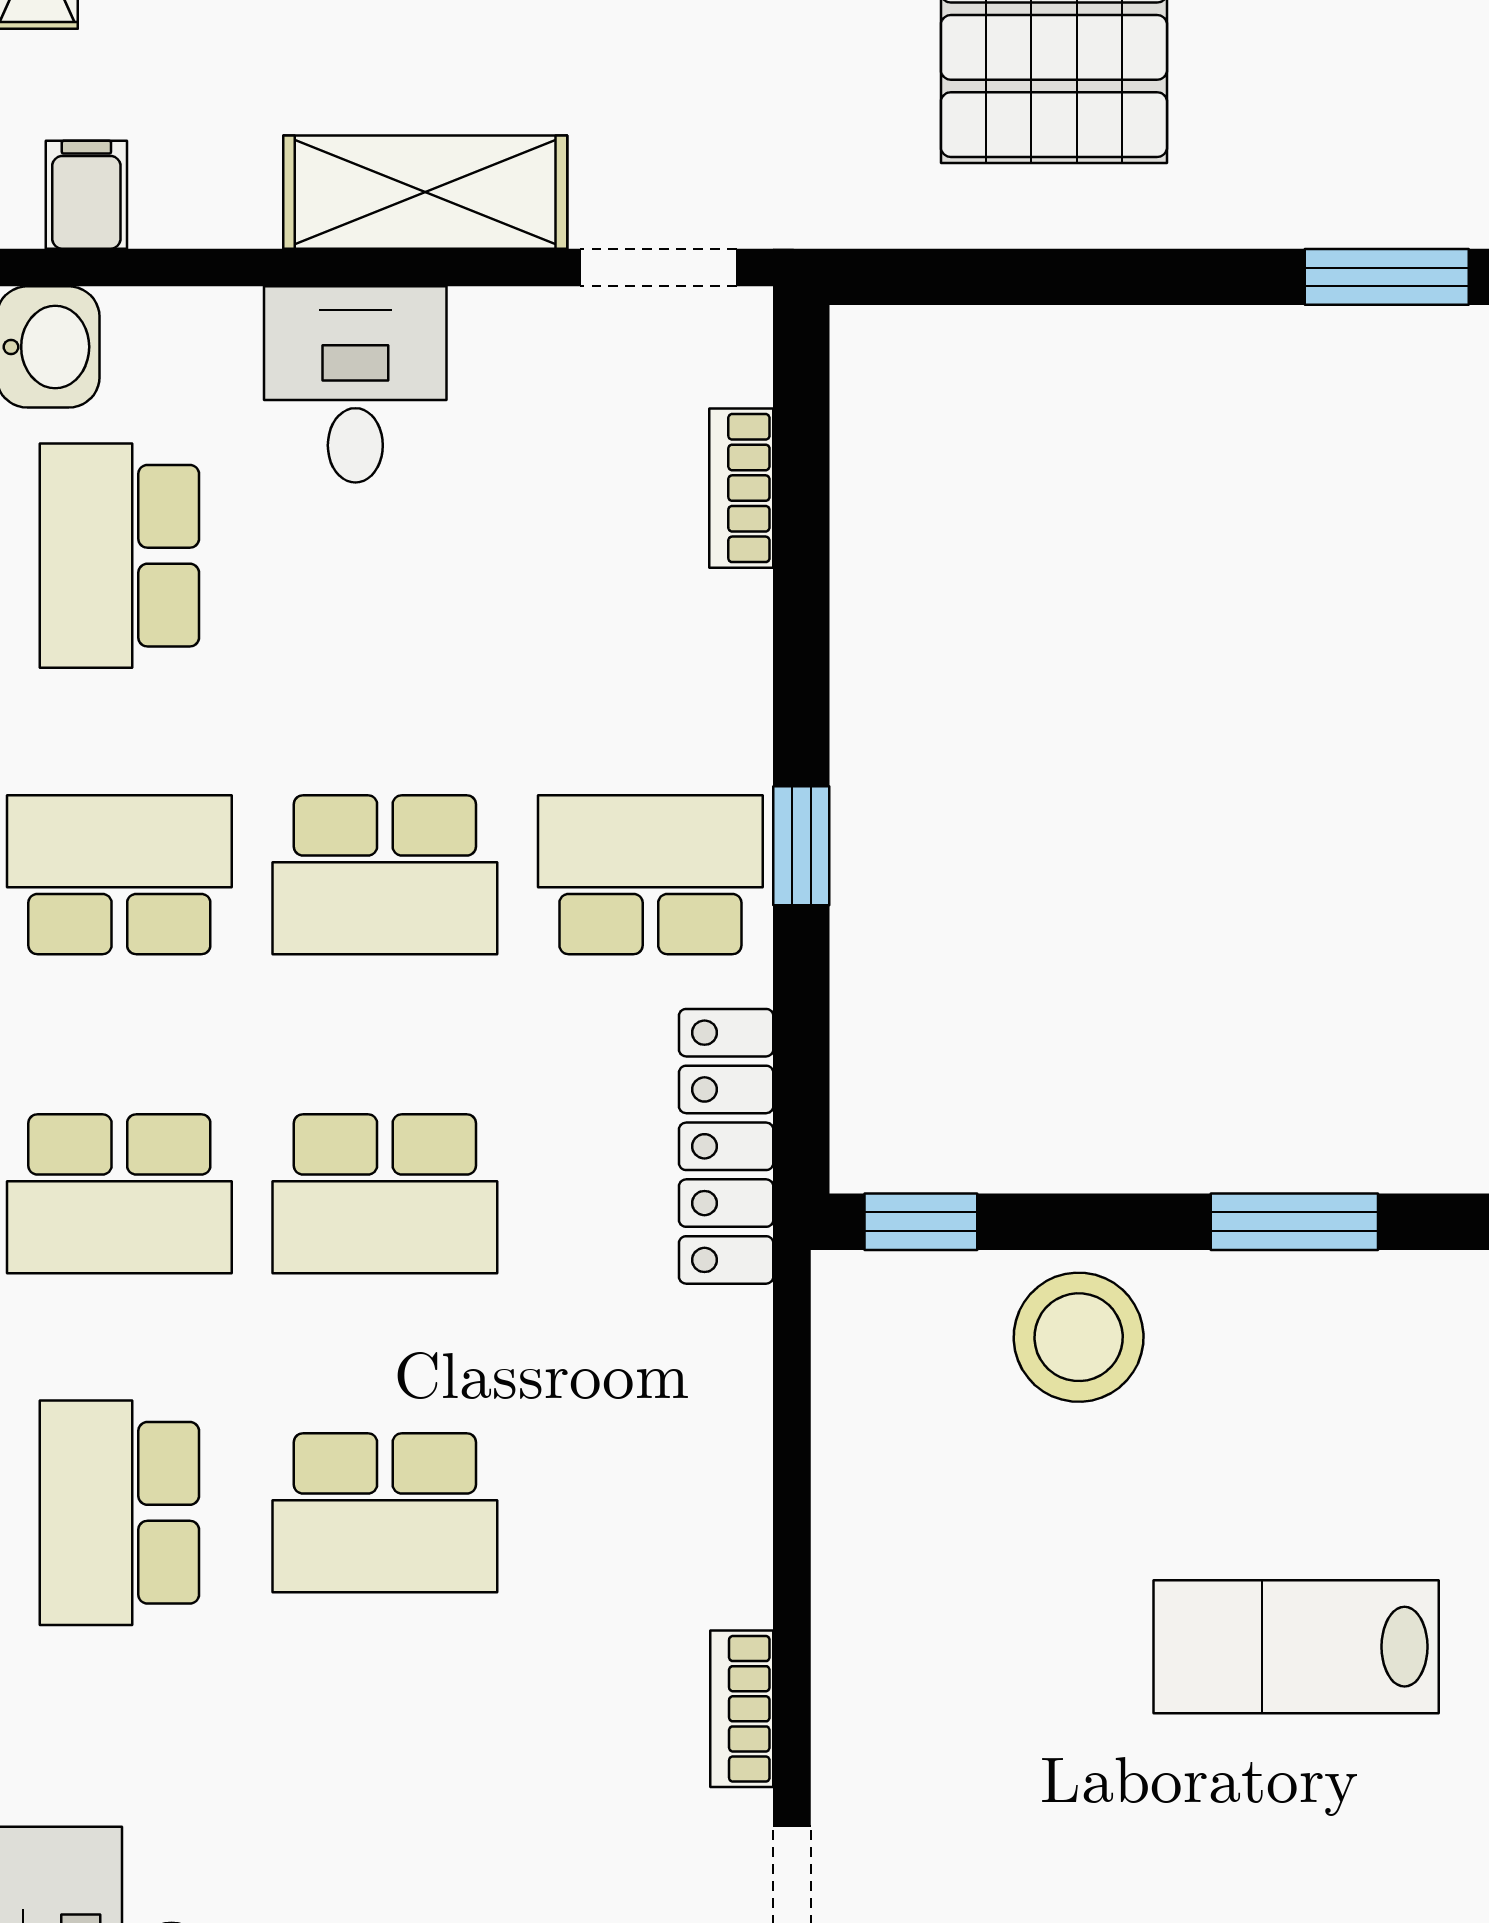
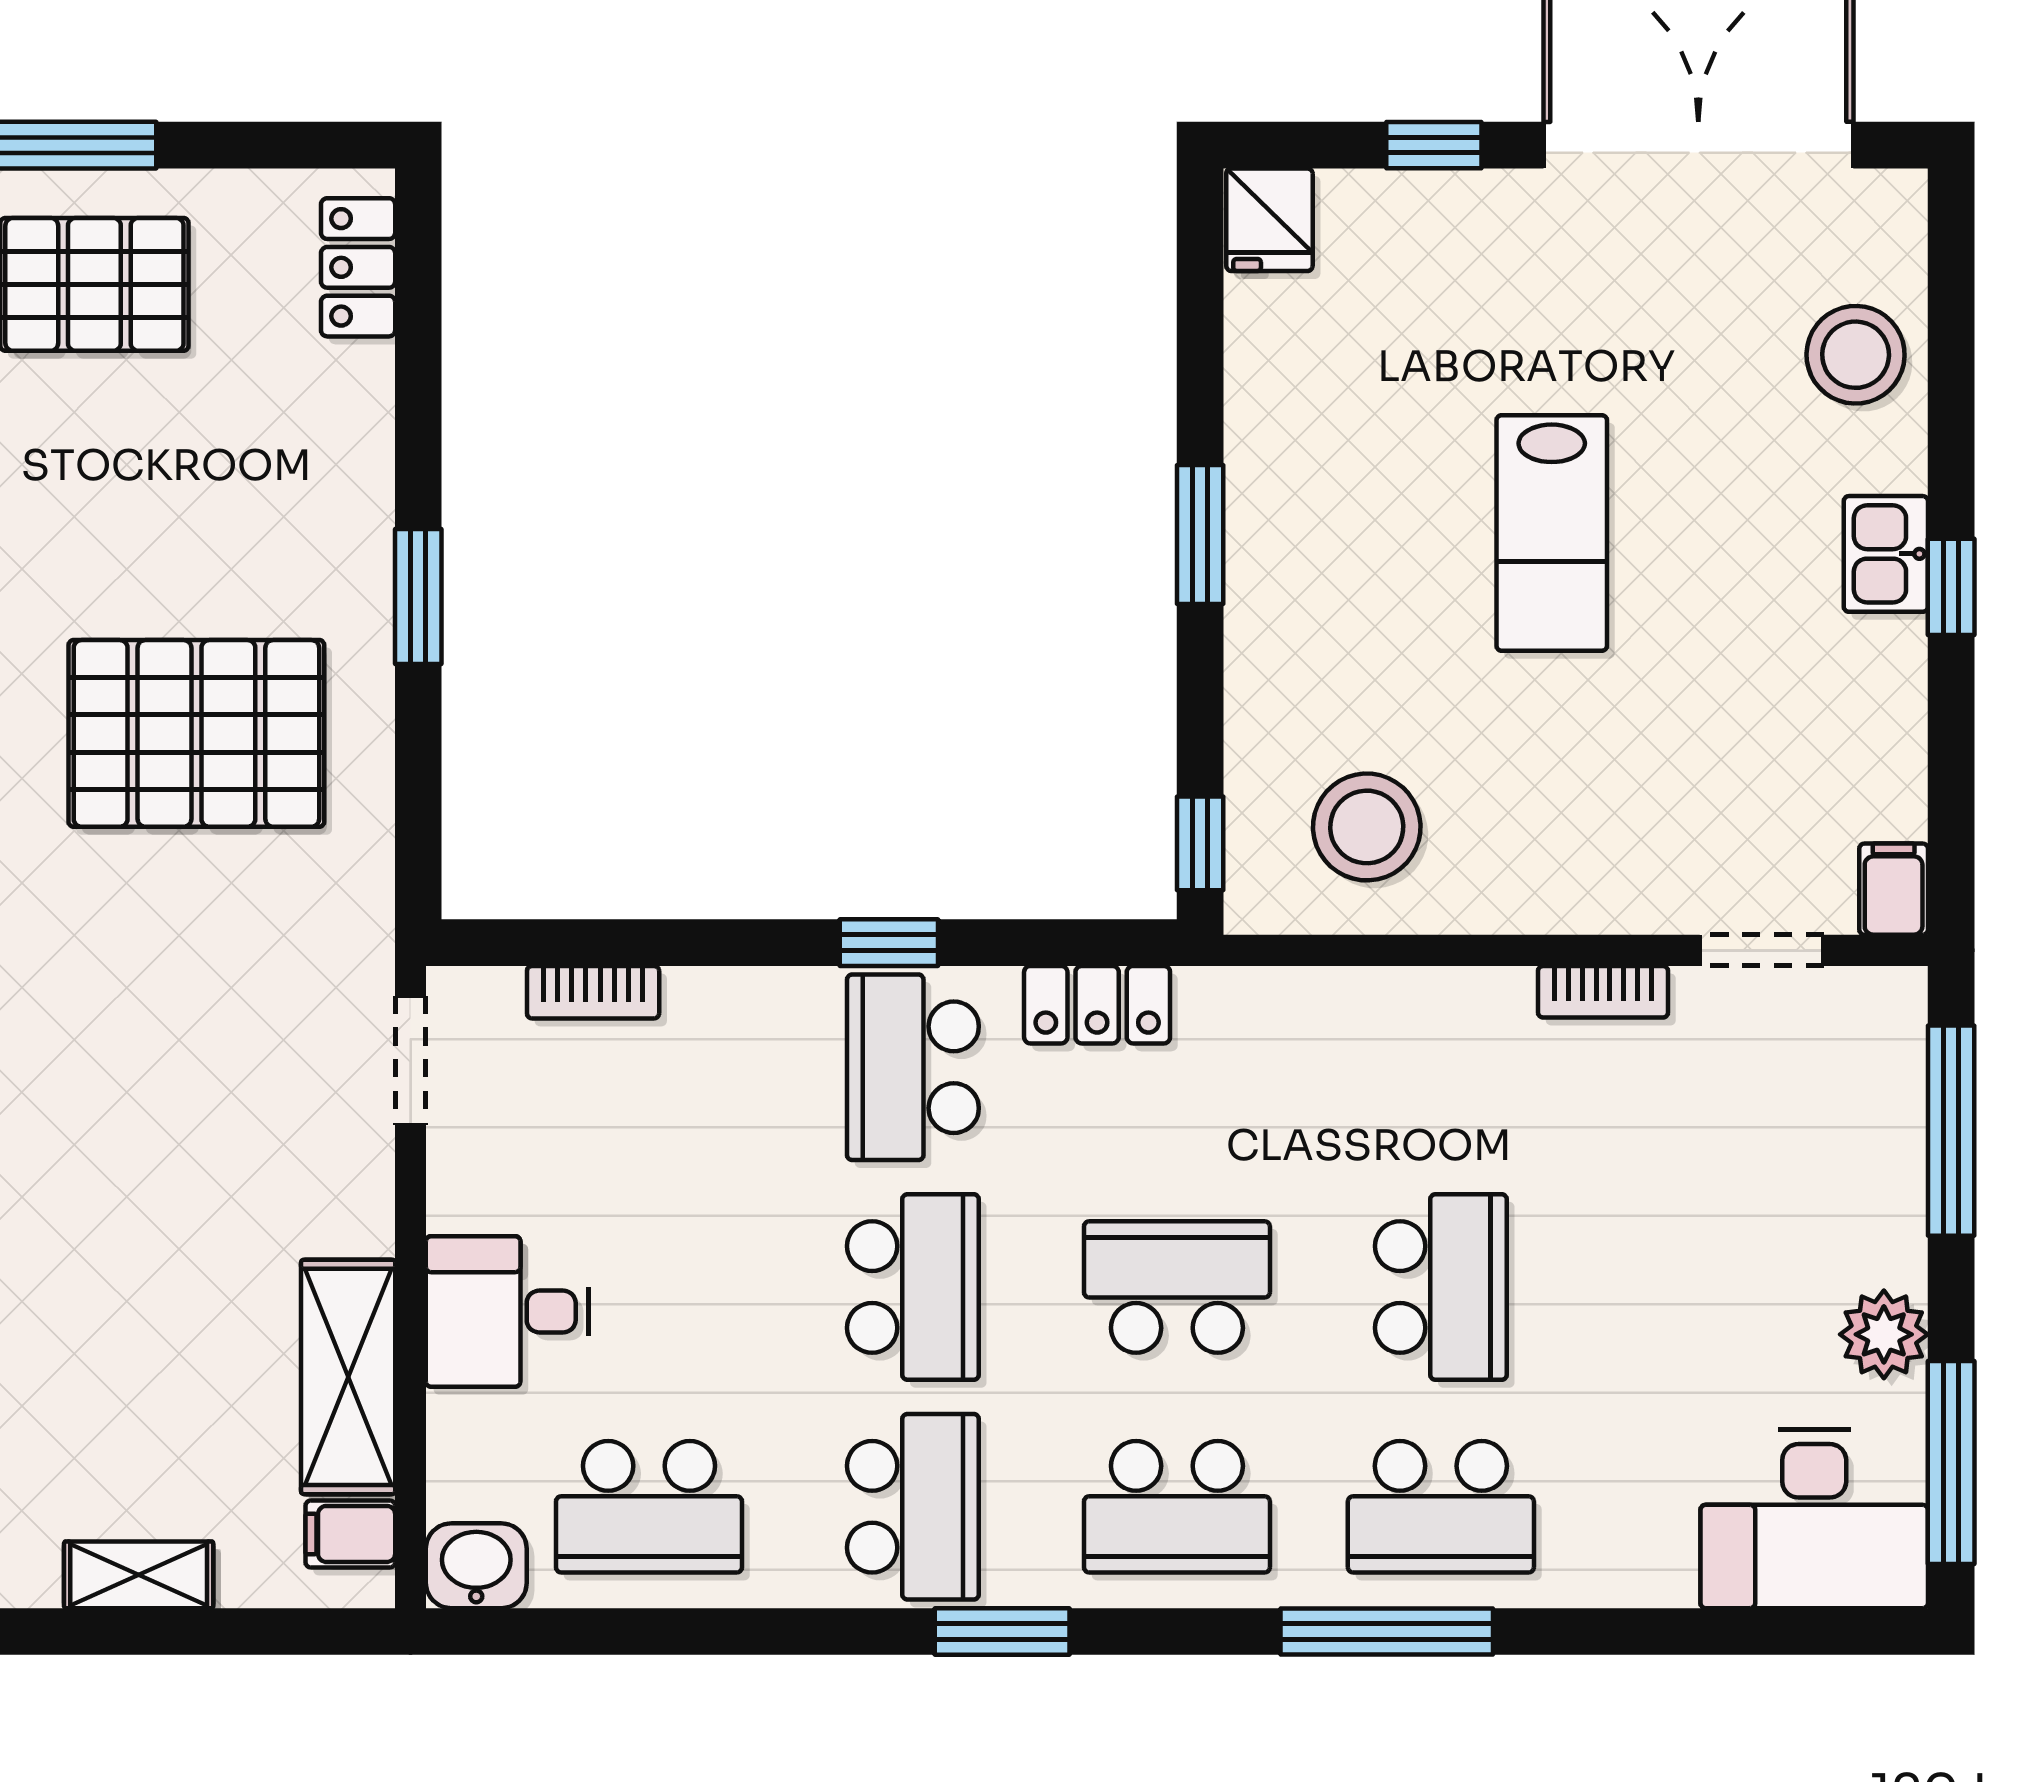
shelving: (425, 192) -> (348, 1377), moved
window: (1387, 277) -> (418, 596), moved
school desk: (119, 875) -> (913, 1507), turned 180
locker: (726, 1146) -> (1097, 1005), width x0.66
school desk: (119, 1194) -> (1177, 1507), turned 90
school desk: (385, 1194) -> (1177, 1287), turned -90
stool: (1079, 1337) -> (1367, 827), moved

